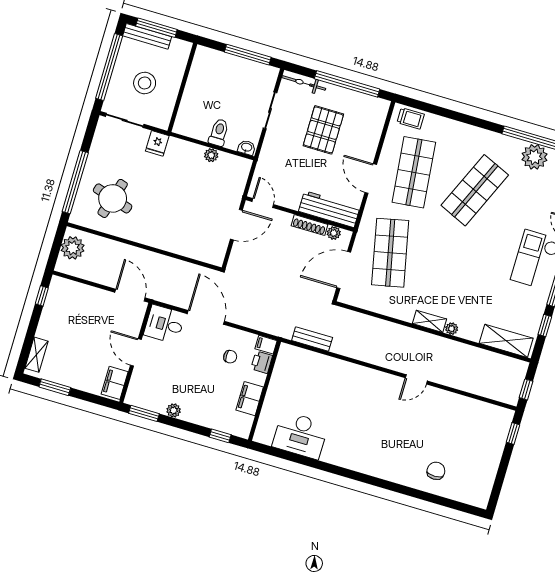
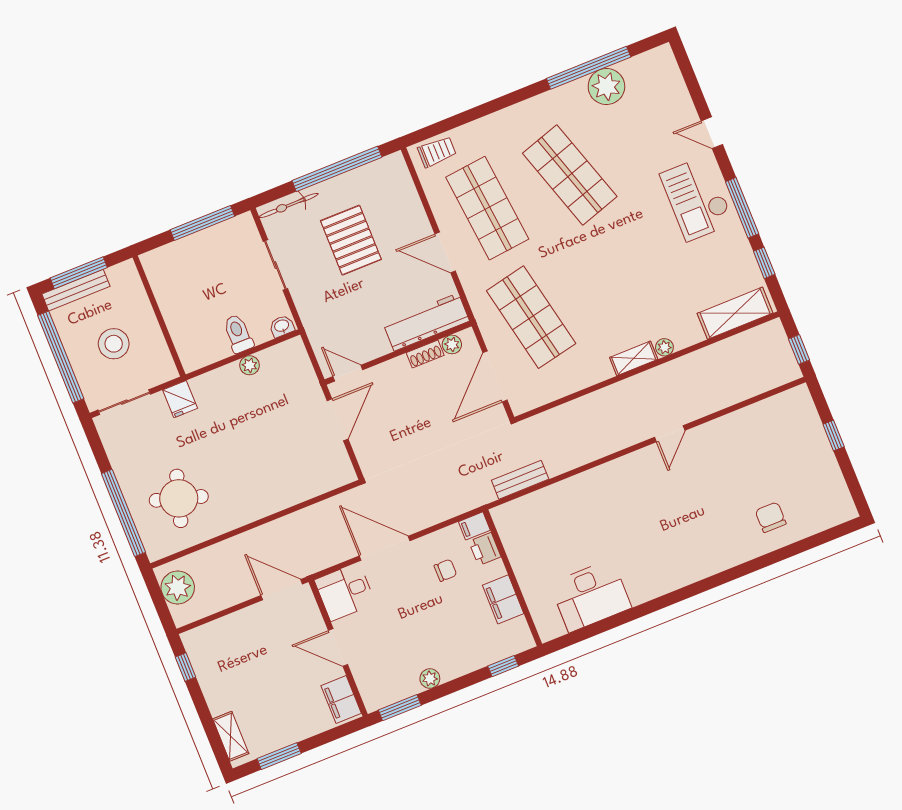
shop shelf: (475, 190) -> (570, 175), turned -42
shoe rack: (309, 225) -> (425, 354), width x0.70
window: (513, 433) -> (834, 436), moved

